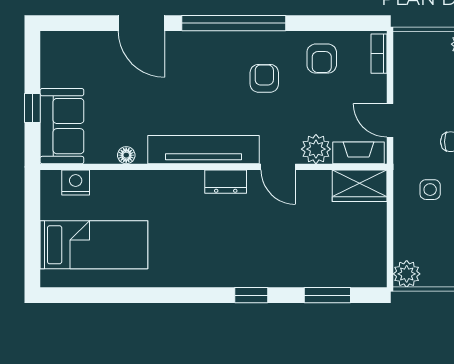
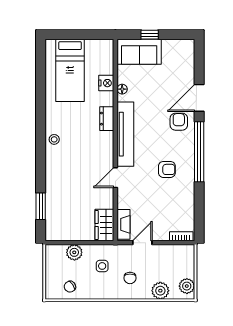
armchair: (322, 59) -> (179, 122), moved, turned 90
plant: (316, 149) -> (126, 200), removed
dresser: (226, 182) -> (107, 119), moved
nightstand: (76, 183) -> (106, 83), moved
stool: (213, 272) -> (54, 139), added
plant: (407, 274) -> (74, 252), moved
window: (251, 295) -> (41, 162), removed

